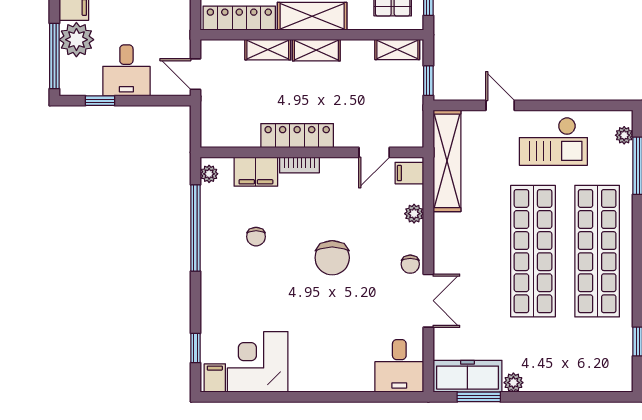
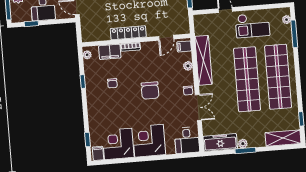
shelving: (447, 161) -> (204, 60), moved
window: (196, 228) -> (83, 81), width x0.32
corner desk: (322, 361) -> (149, 141), added
shelving: (597, 378) -> (283, 138), added
window: (479, 397) -> (245, 150), moved

